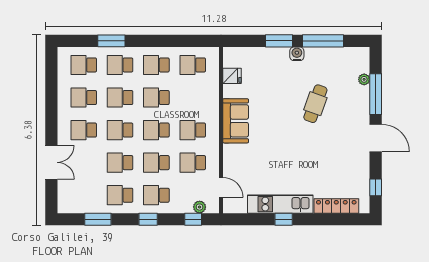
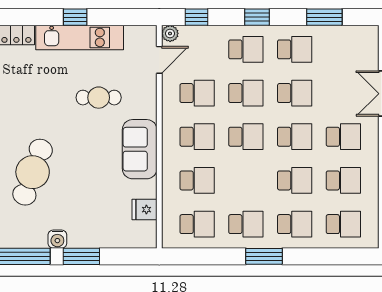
window: (111, 41) -> (264, 256), moved
school desk: (156, 98) -> (197, 180), moved
cafe table: (315, 104) -> (33, 172), width x1.37, depth x1.35
cafe table: (266, 159) -> (99, 98), added
door: (221, 187) -> (159, 60), swing flipped
plant: (200, 207) -> (170, 33), moved

